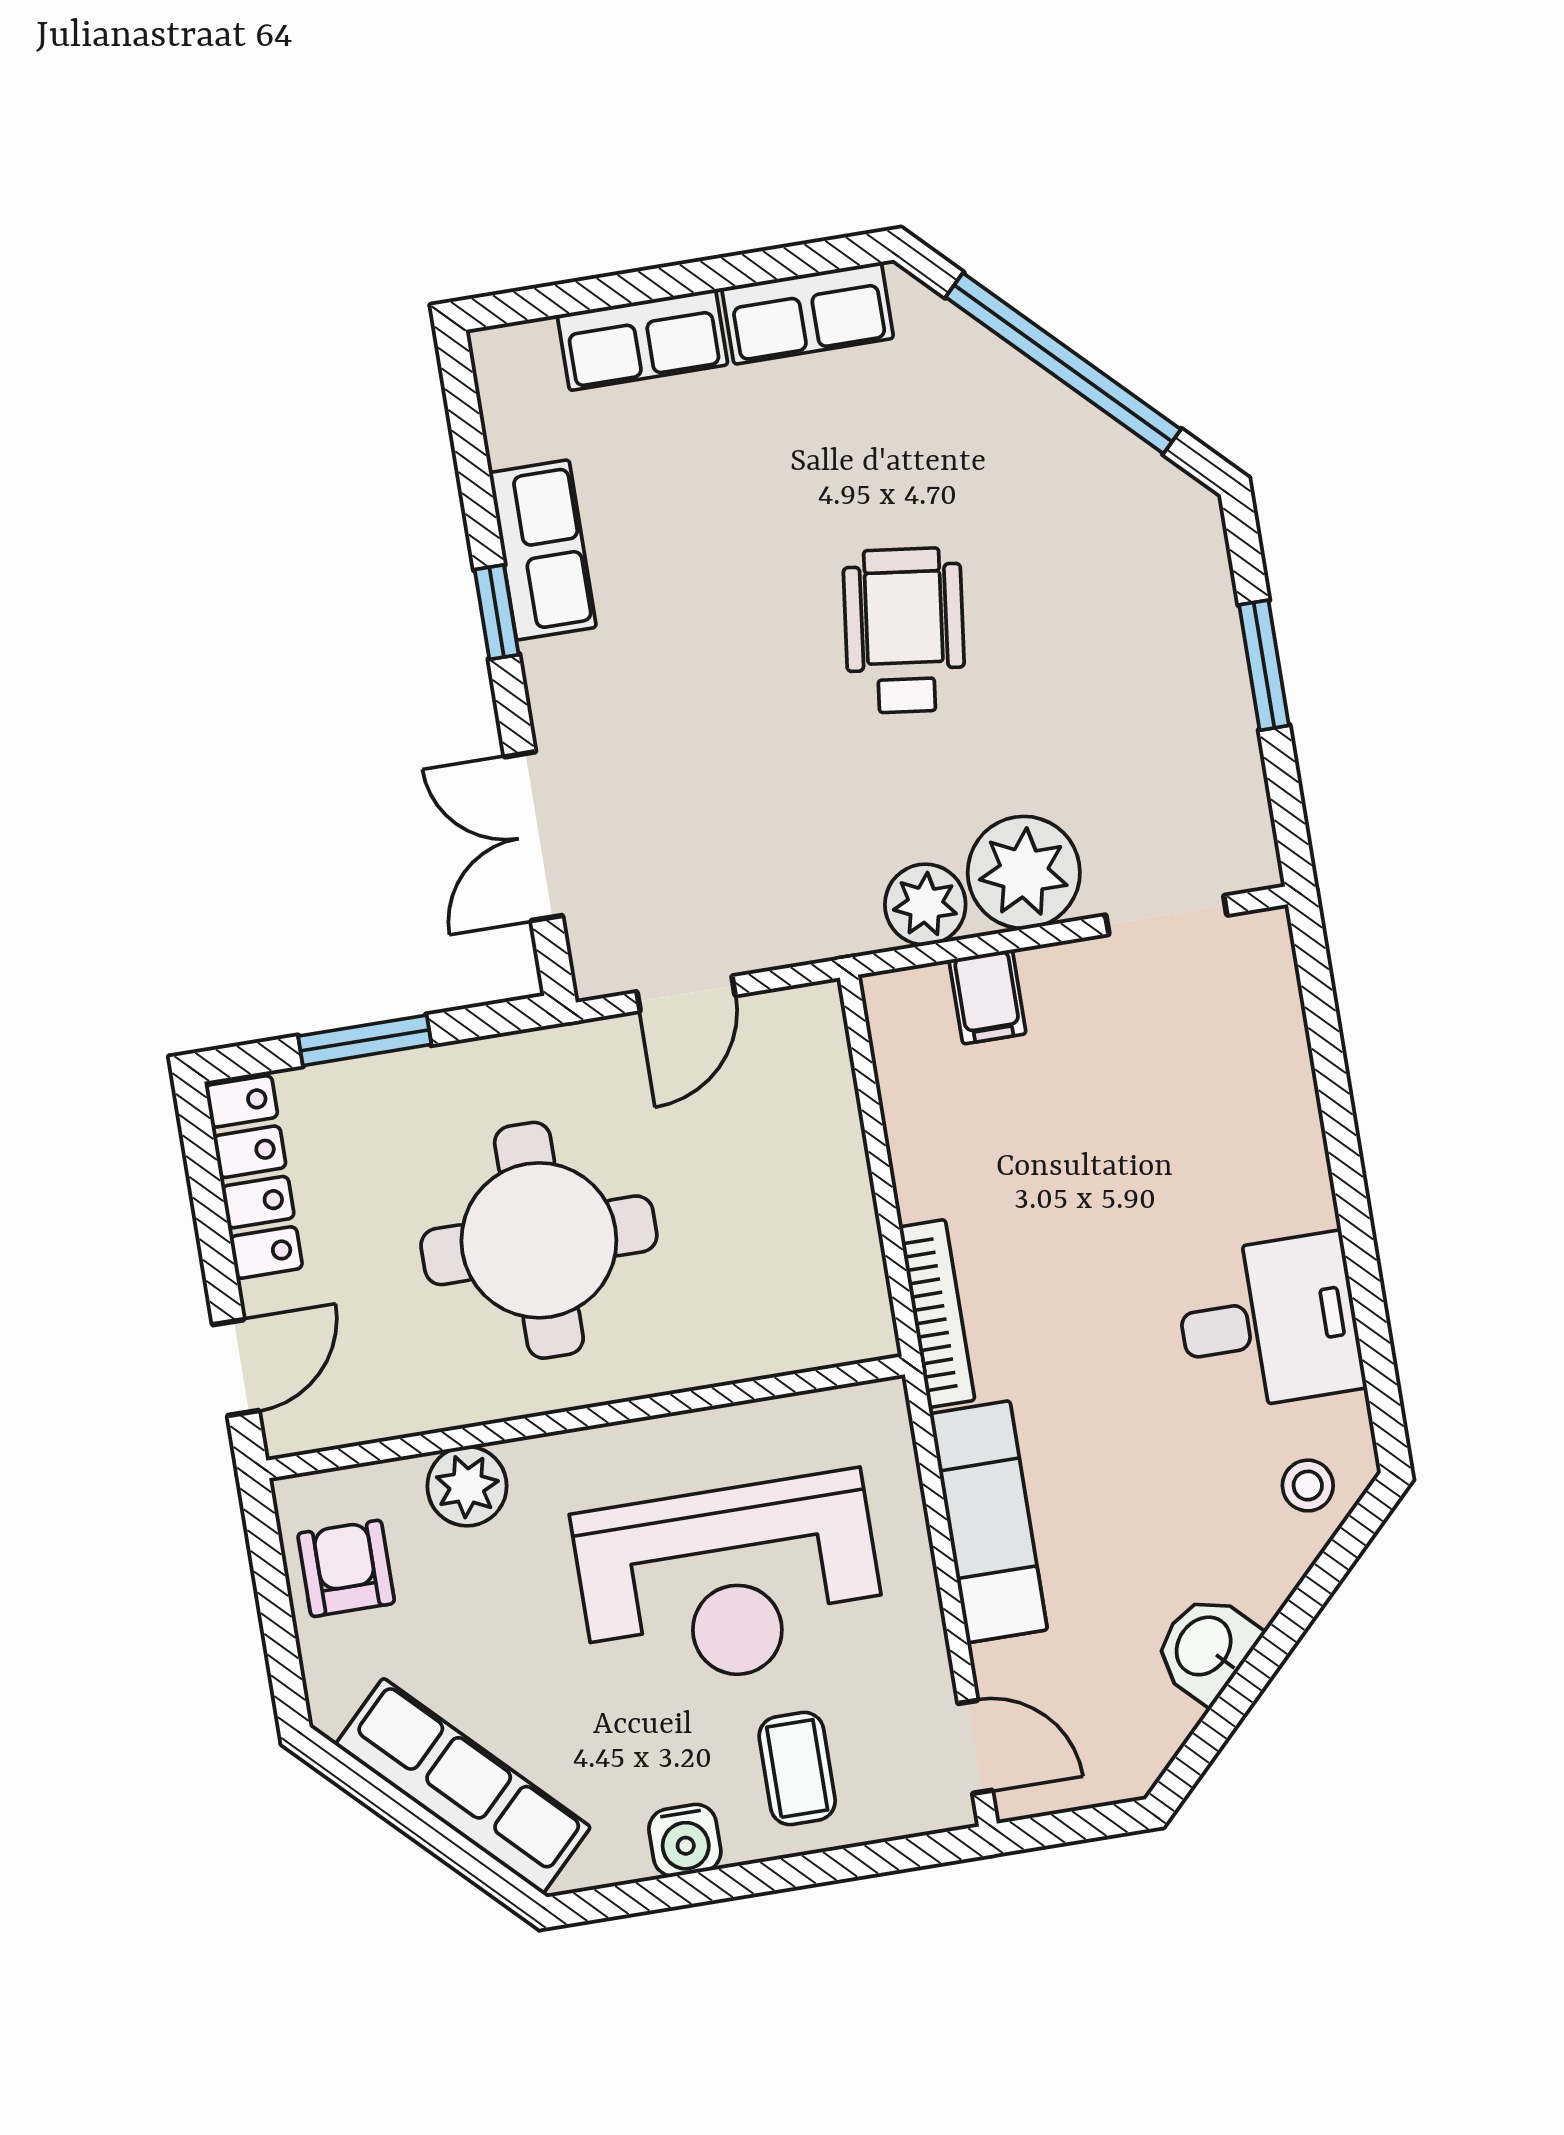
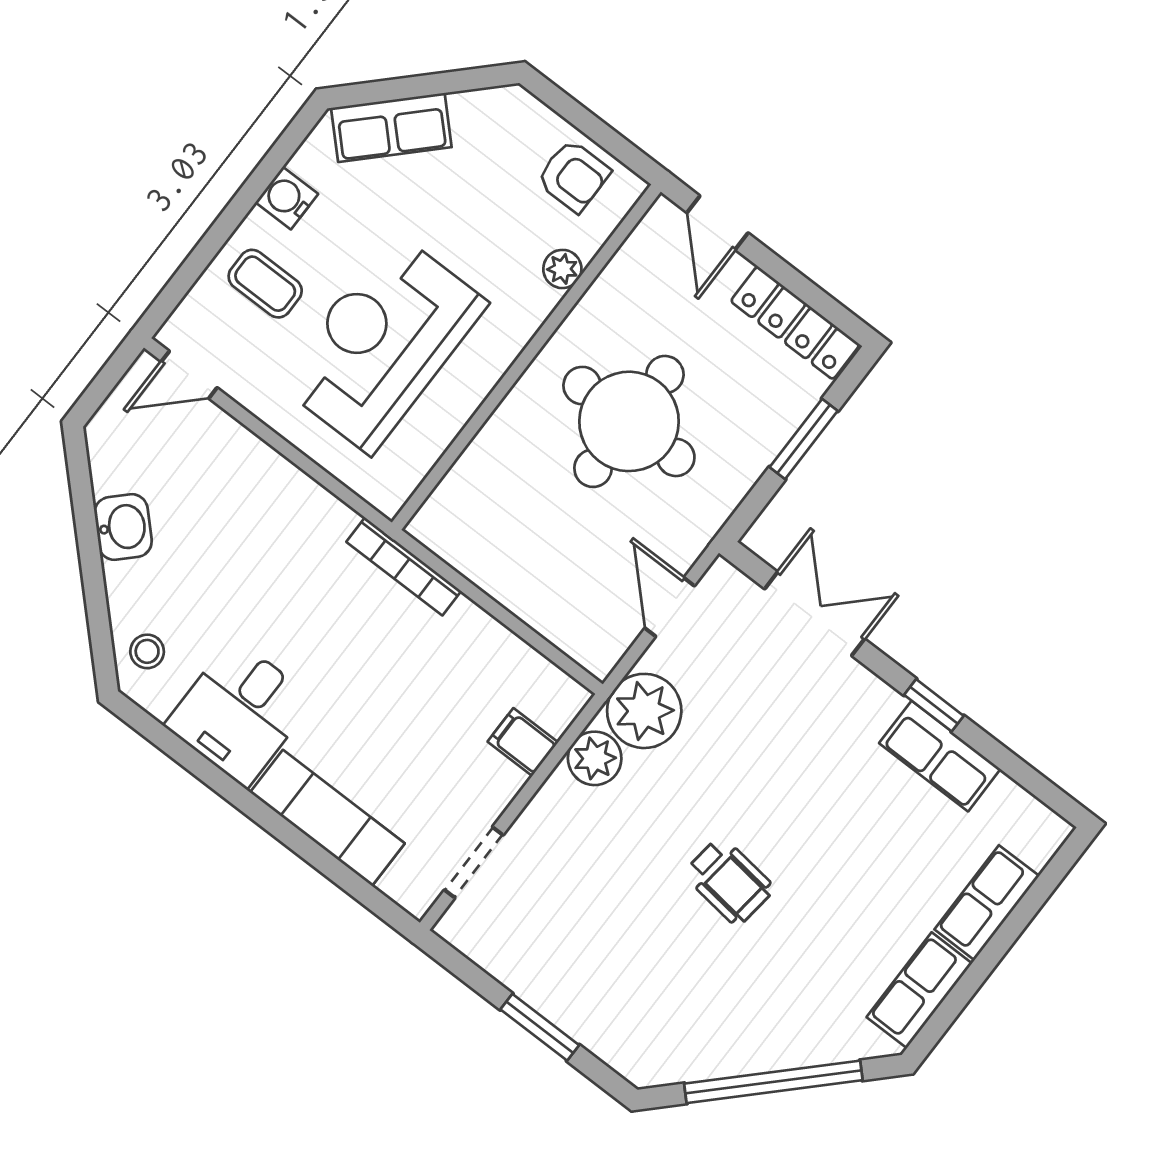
wheelchair: (904, 630) -> (729, 881), width x0.73, depth x0.73
plant: (1024, 872) -> (644, 711), moved
plant: (467, 1486) -> (562, 269), width x0.73, depth x0.73
exam couch: (989, 1522) -> (327, 818), moved, turned 180
row of seats: (463, 1786) -> (391, 127), width x0.68

